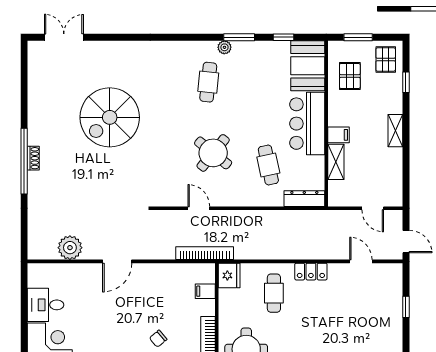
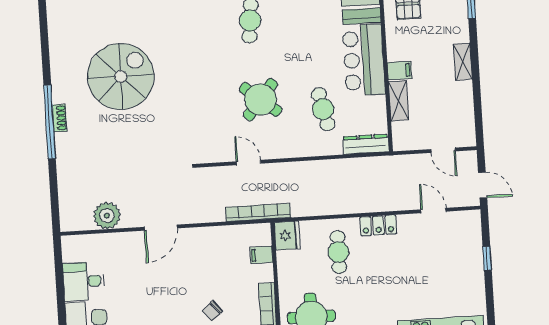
spiral stairs: (110, 117) -> (121, 76), moved, turned 180

